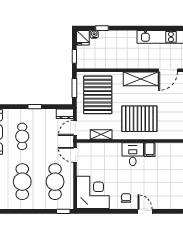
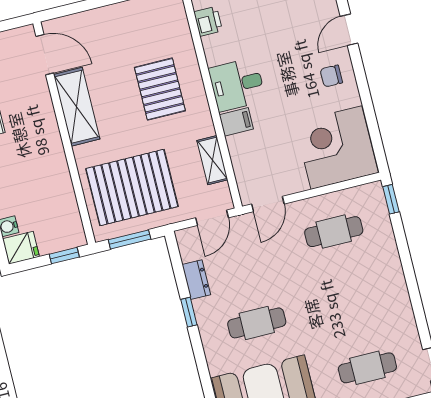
dresser: (65, 114) -> (196, 280), moved
pallet: (139, 119) -> (160, 89), width x0.73, depth x0.71
door: (75, 128) -> (212, 218), hinge flipped
printer: (165, 148) -> (208, 21), added
filing cabinet: (150, 150) -> (236, 122), moved
cafe table: (22, 182) -> (351, 300), removed
cafe table: (55, 182) -> (334, 232), width x0.73, depth x0.74

